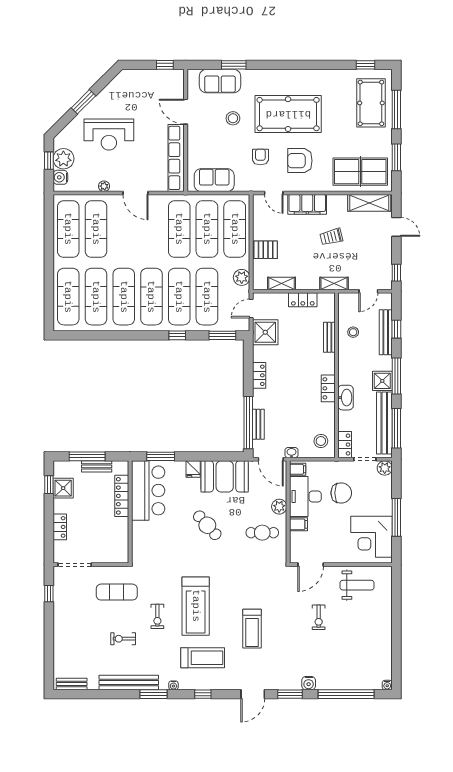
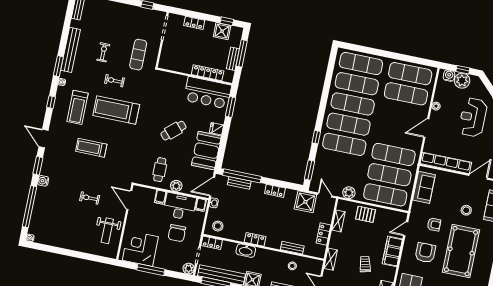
pallet: (266, 250) -> (366, 214), turned 90
exercise mat: (207, 297) -> (340, 165), removed

